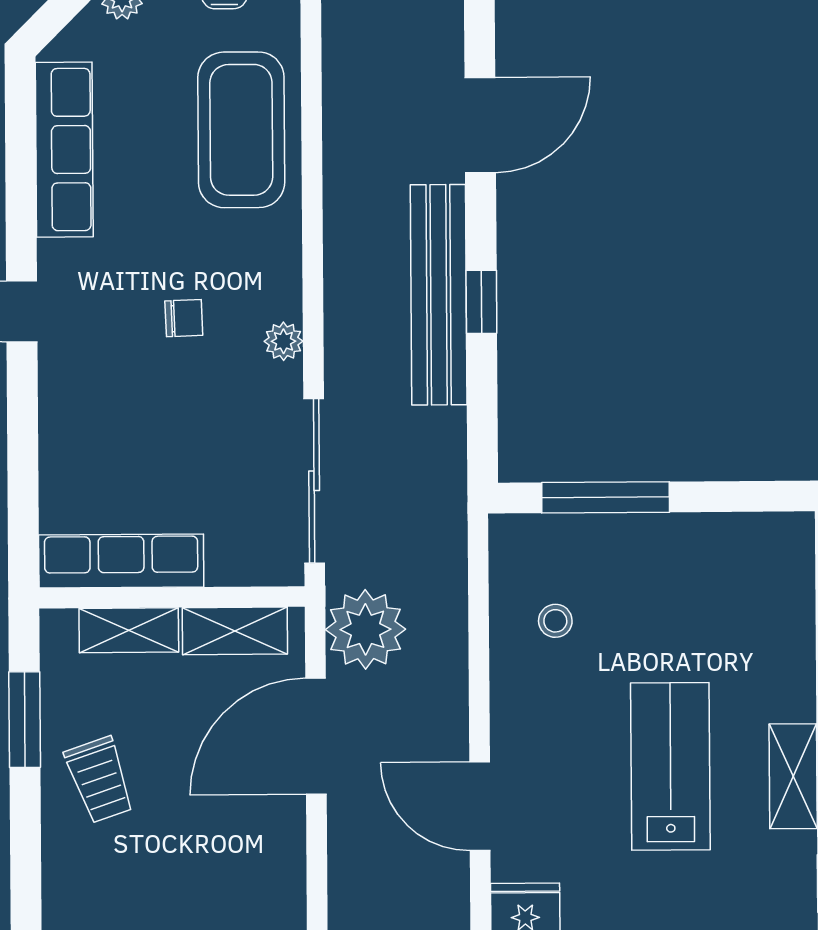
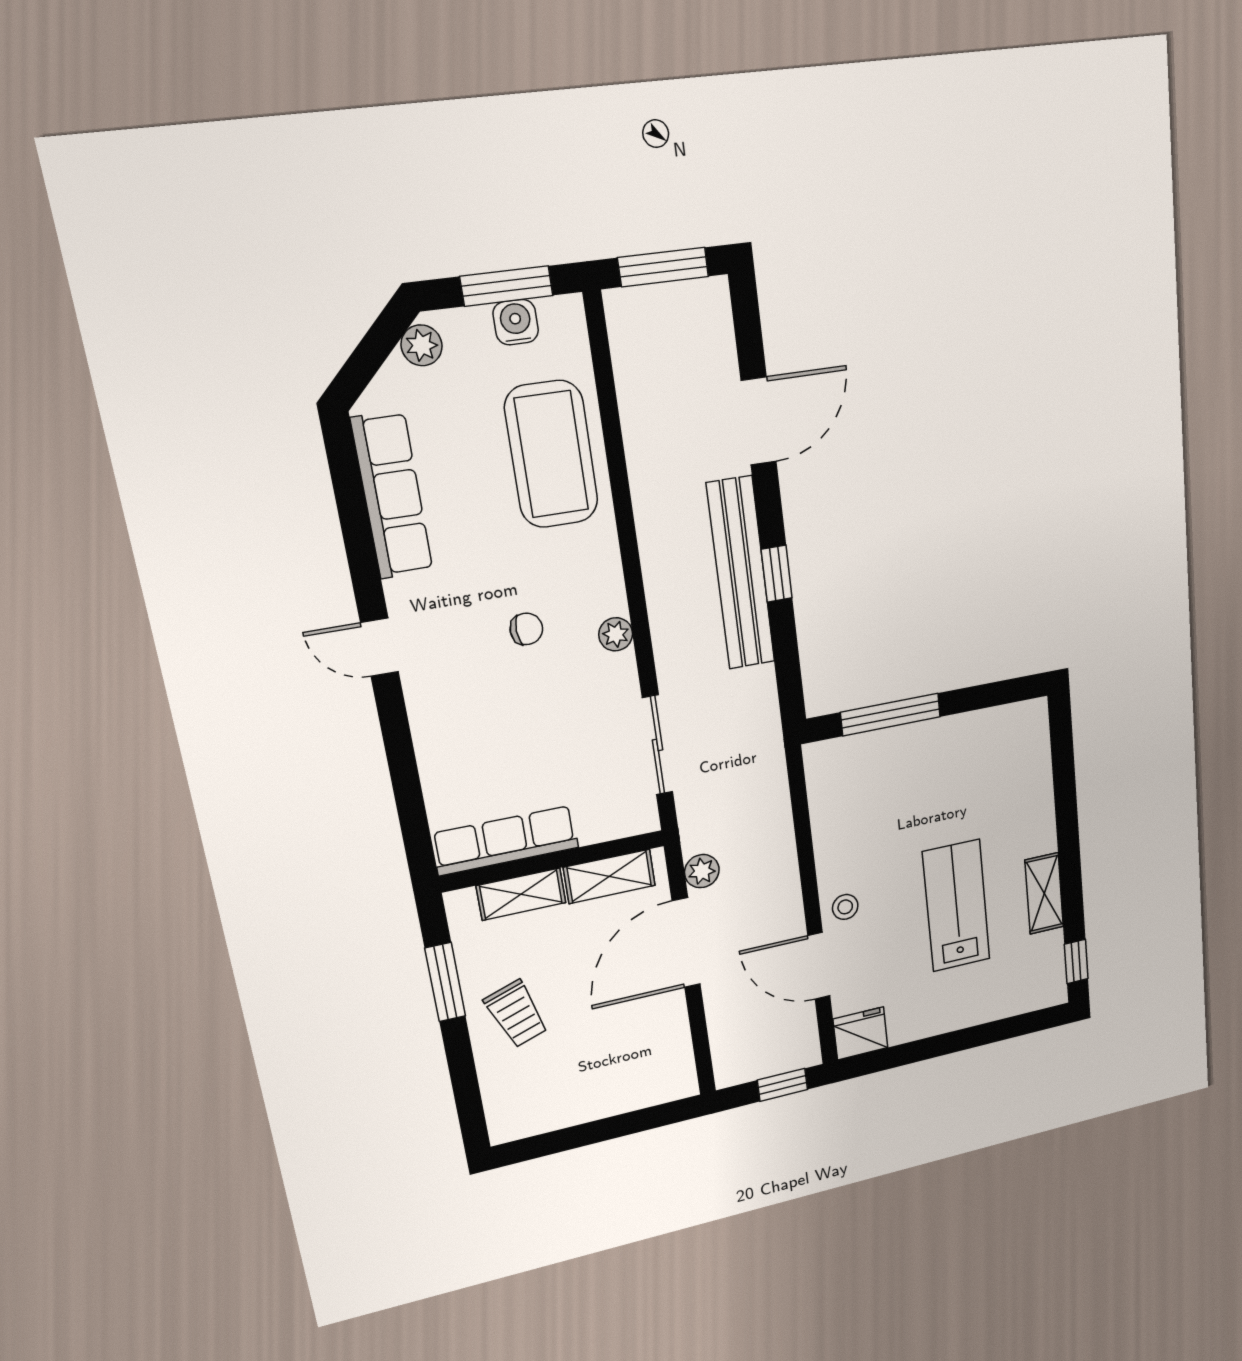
sliding door: (314, 481) -> (658, 745), width x0.73
stool: (555, 621) -> (845, 907), moved
plant: (365, 629) -> (702, 871), width x0.53, depth x0.53

